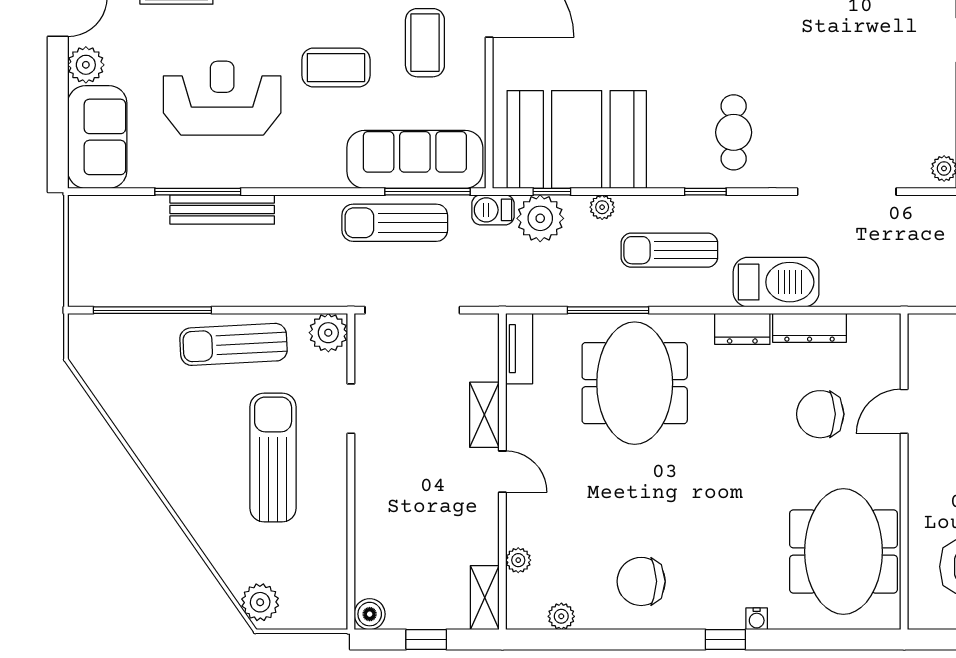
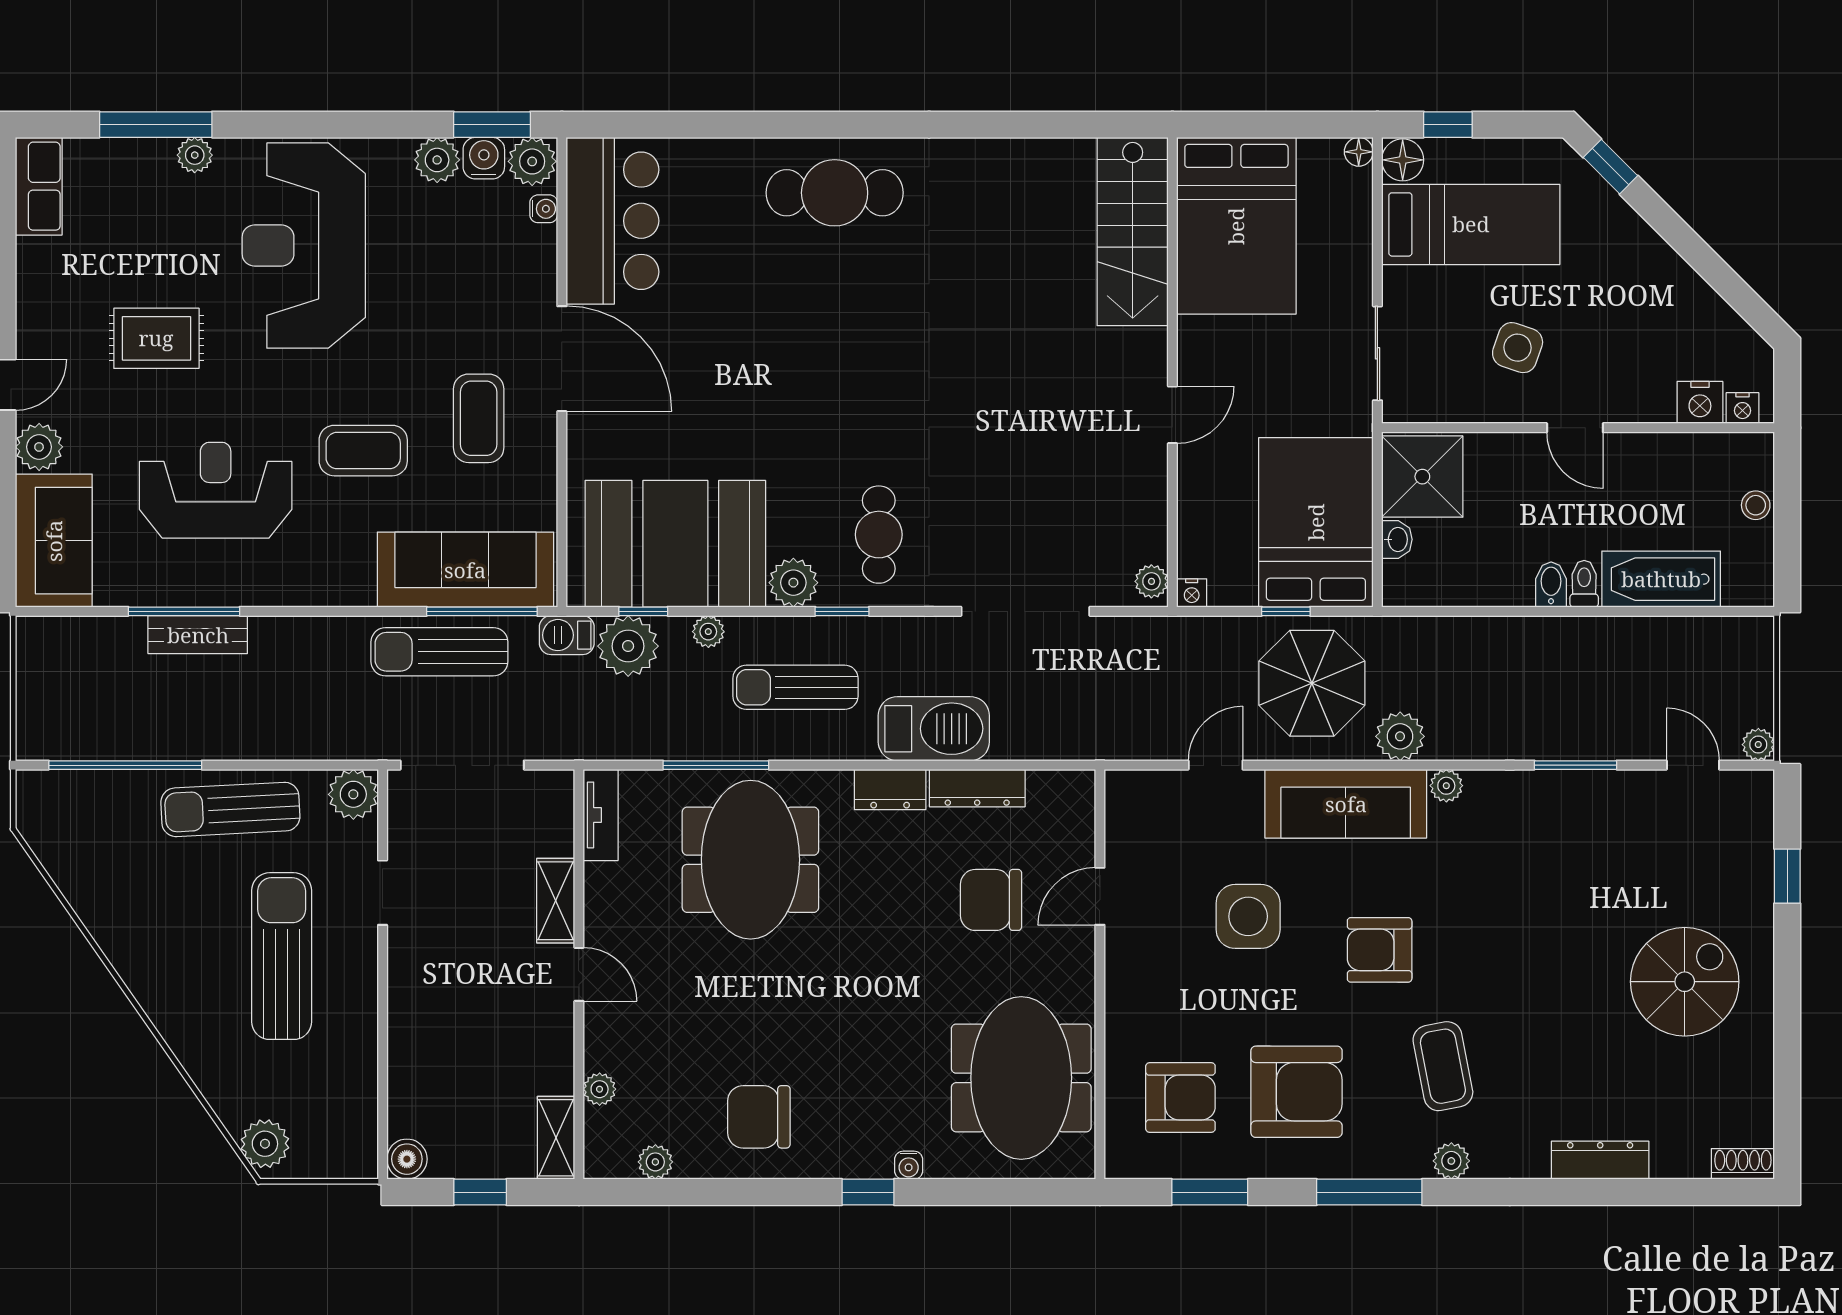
plant: (668, 169) -> (793, 583), added
bench: (222, 209) -> (198, 635), width x0.73

